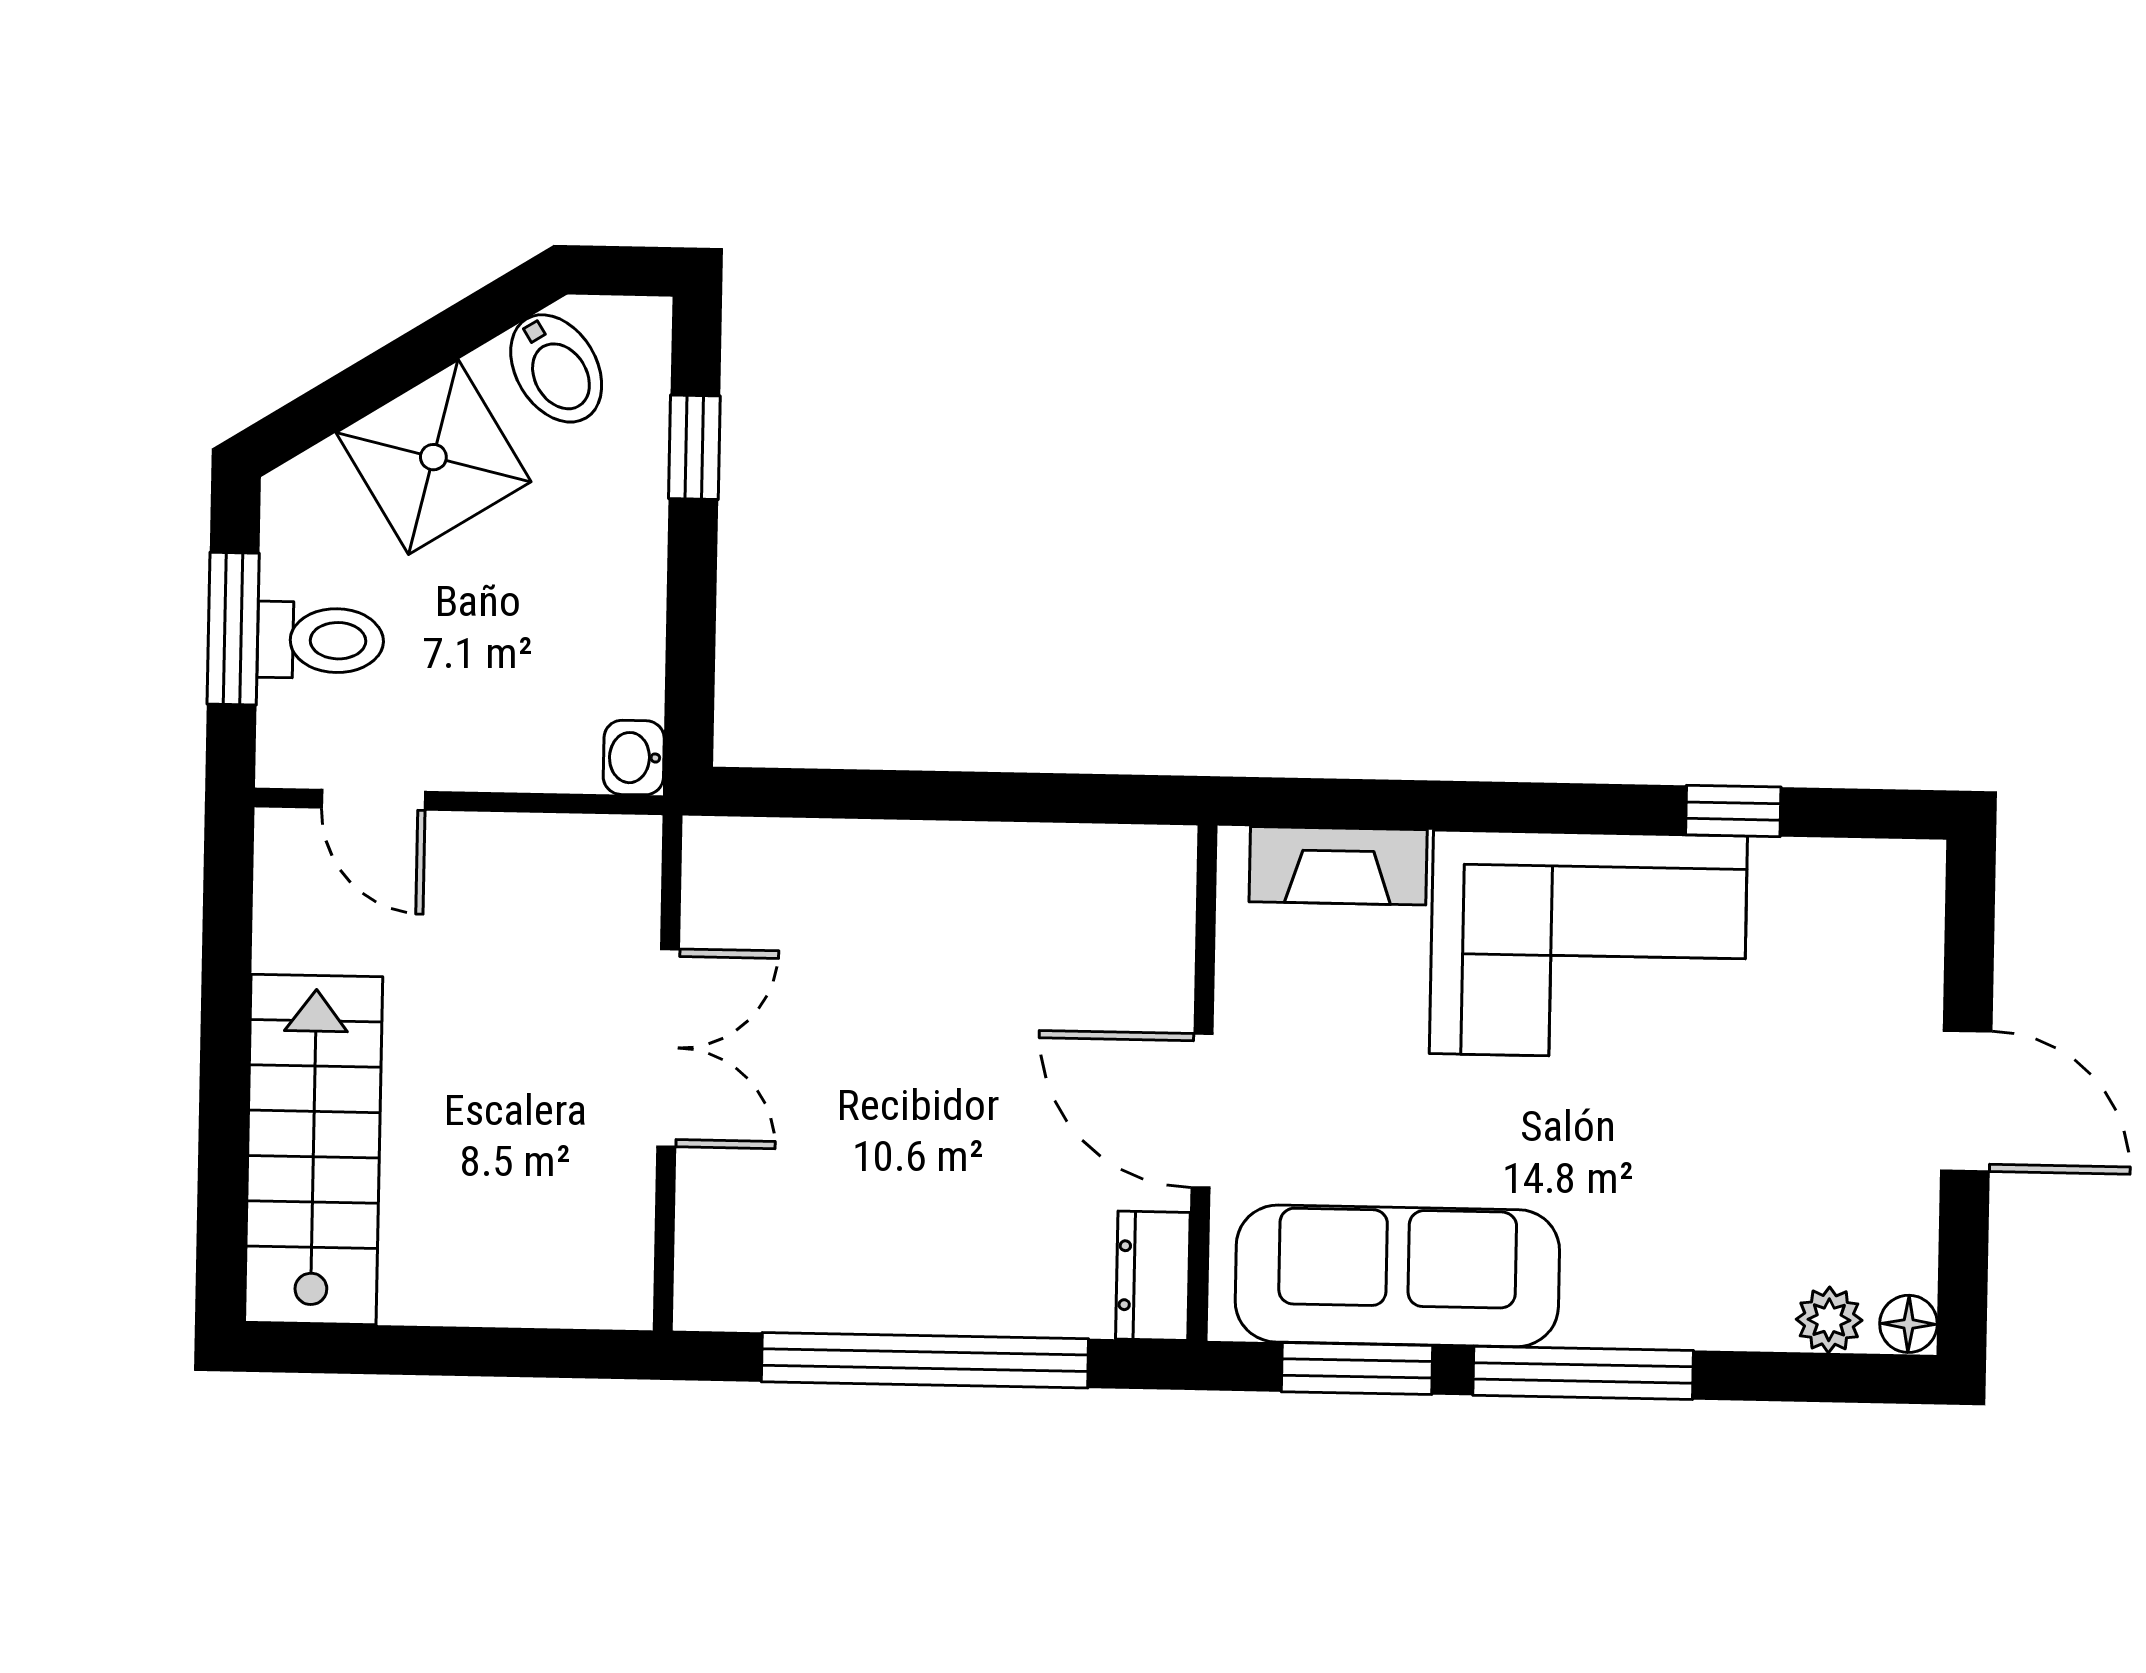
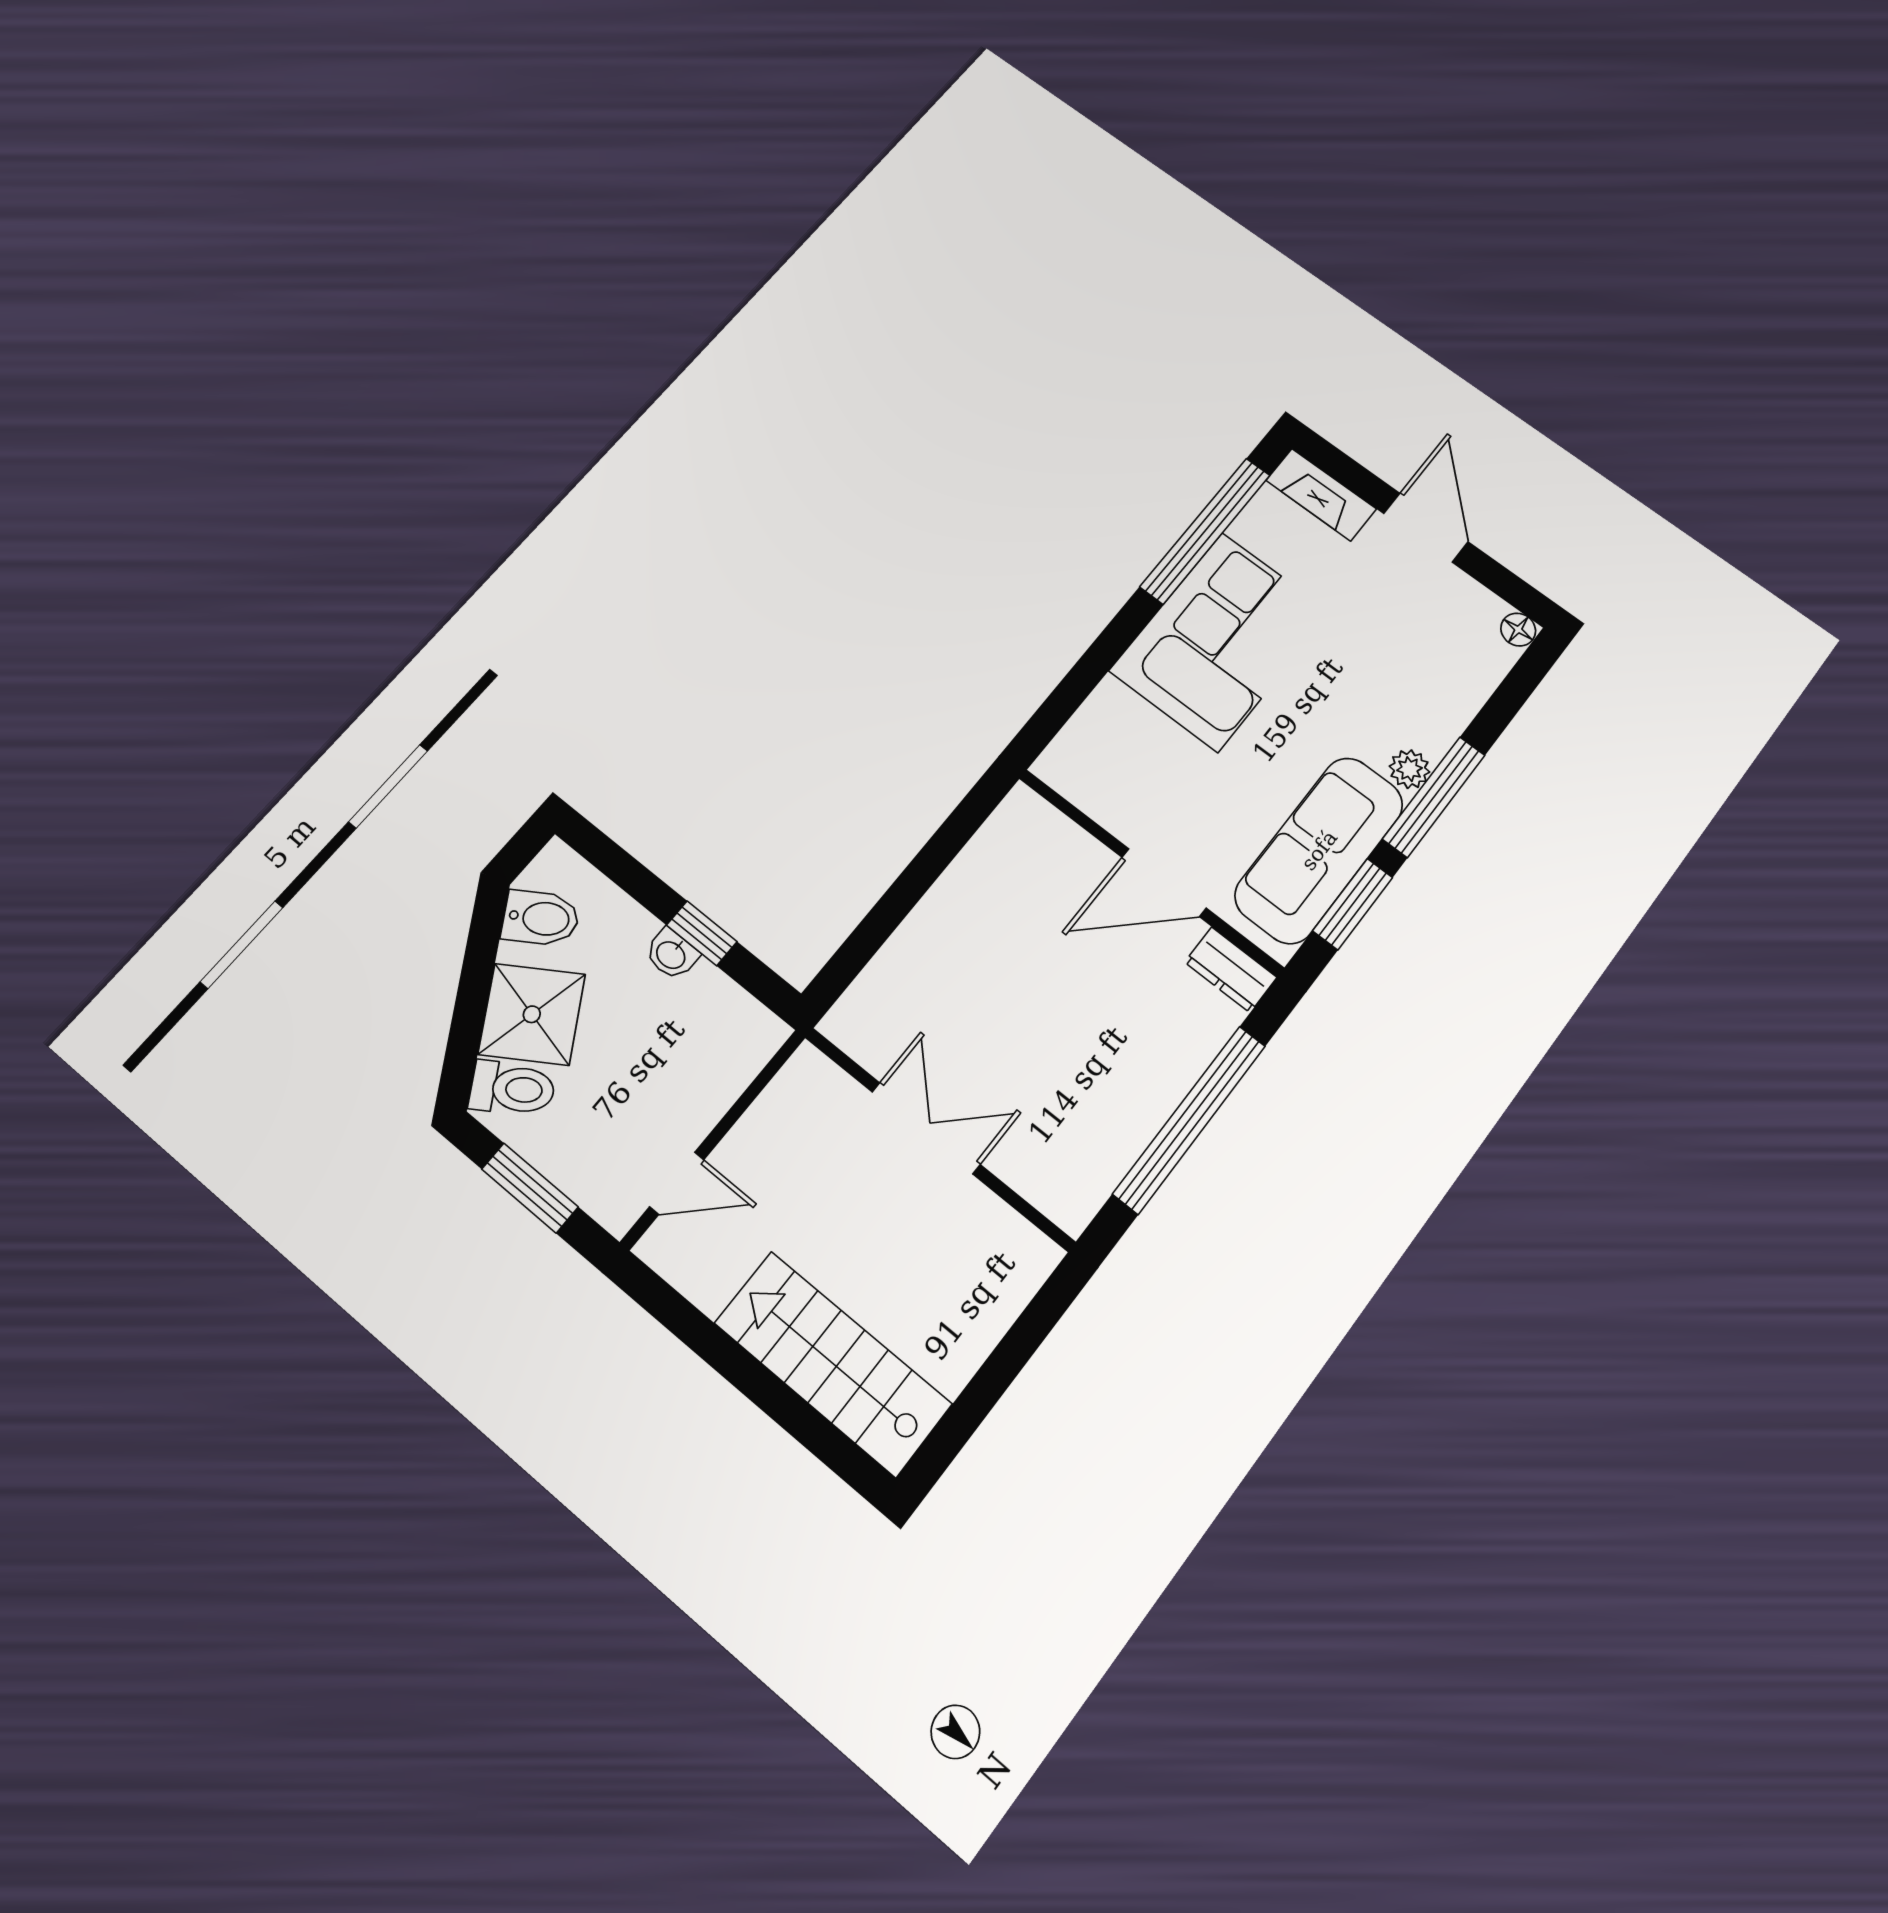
window: (694, 447) -> (702, 933), moved
toilet: (320, 640) -> (513, 1089), moved, turned 58
washbasin: (634, 758) -> (671, 954), moved
window: (1733, 811) -> (1205, 531), width x3.17
fireplace: (1338, 866) -> (1321, 495), moved, turned 90
door: (1966, 1101) -> (1426, 528), hinge flipped
plant: (1829, 1320) -> (1409, 769), moved

